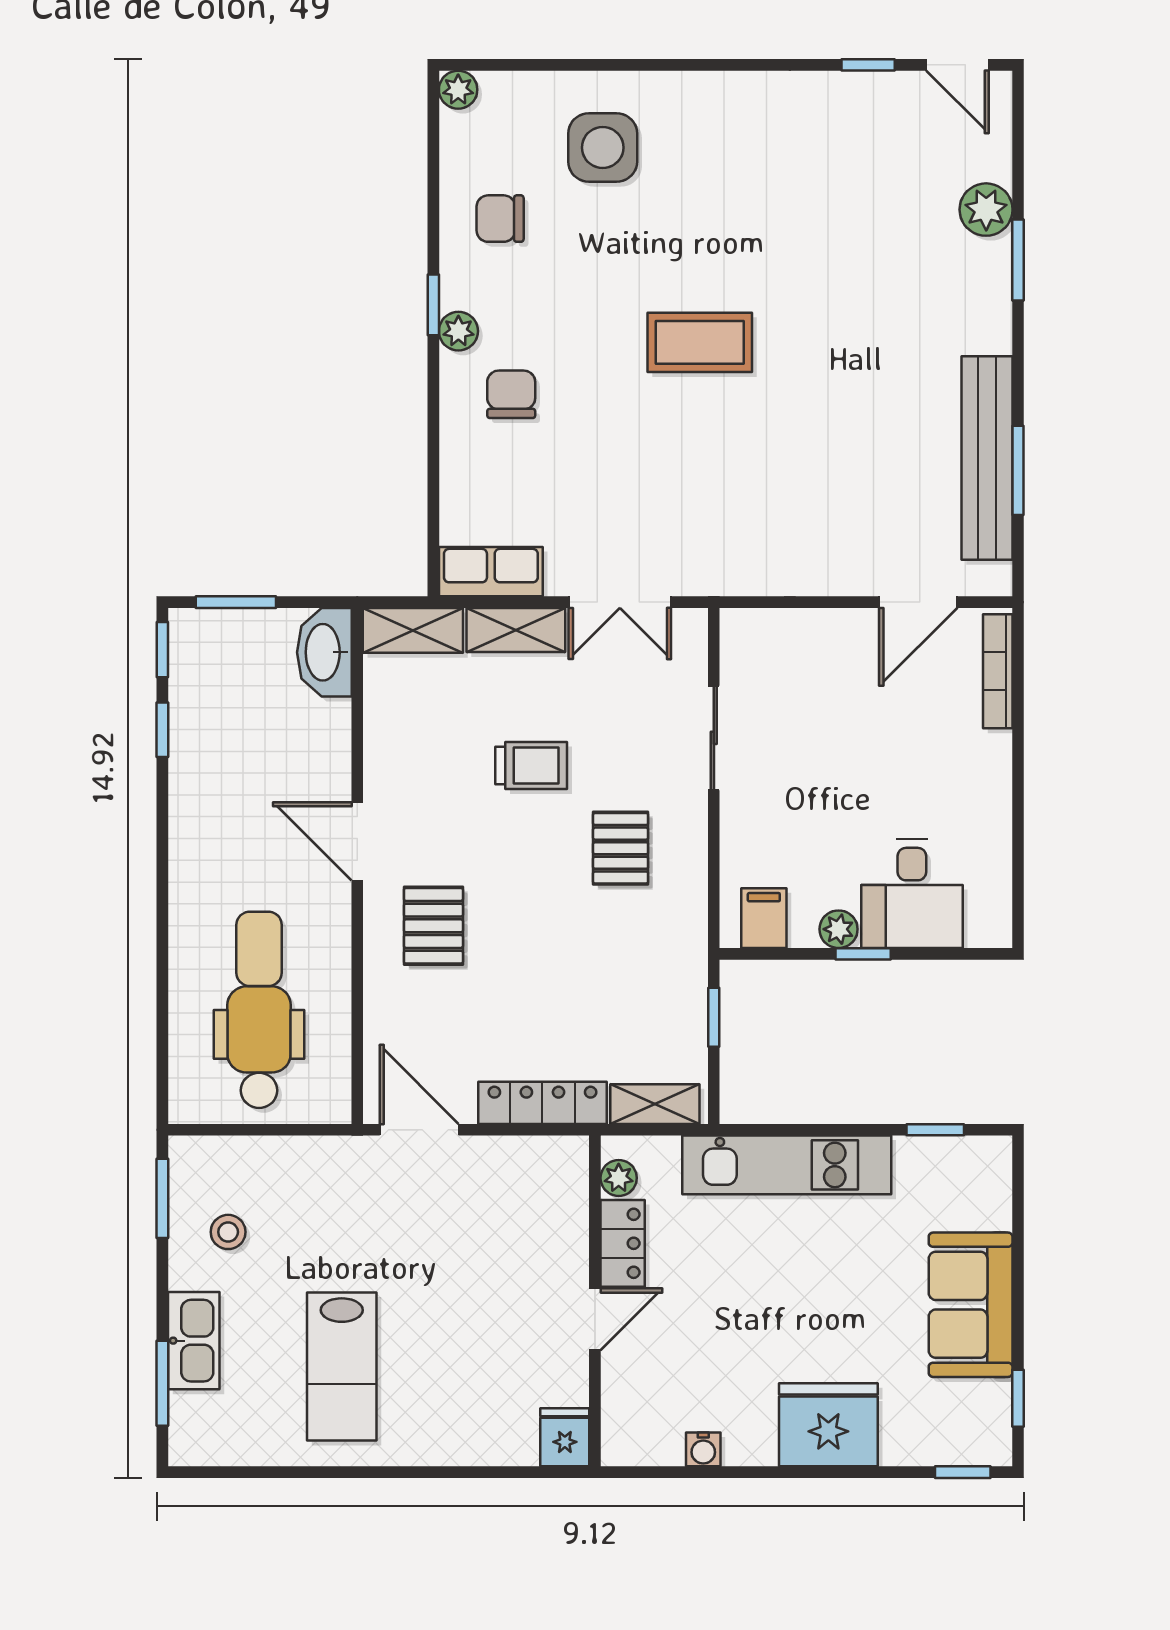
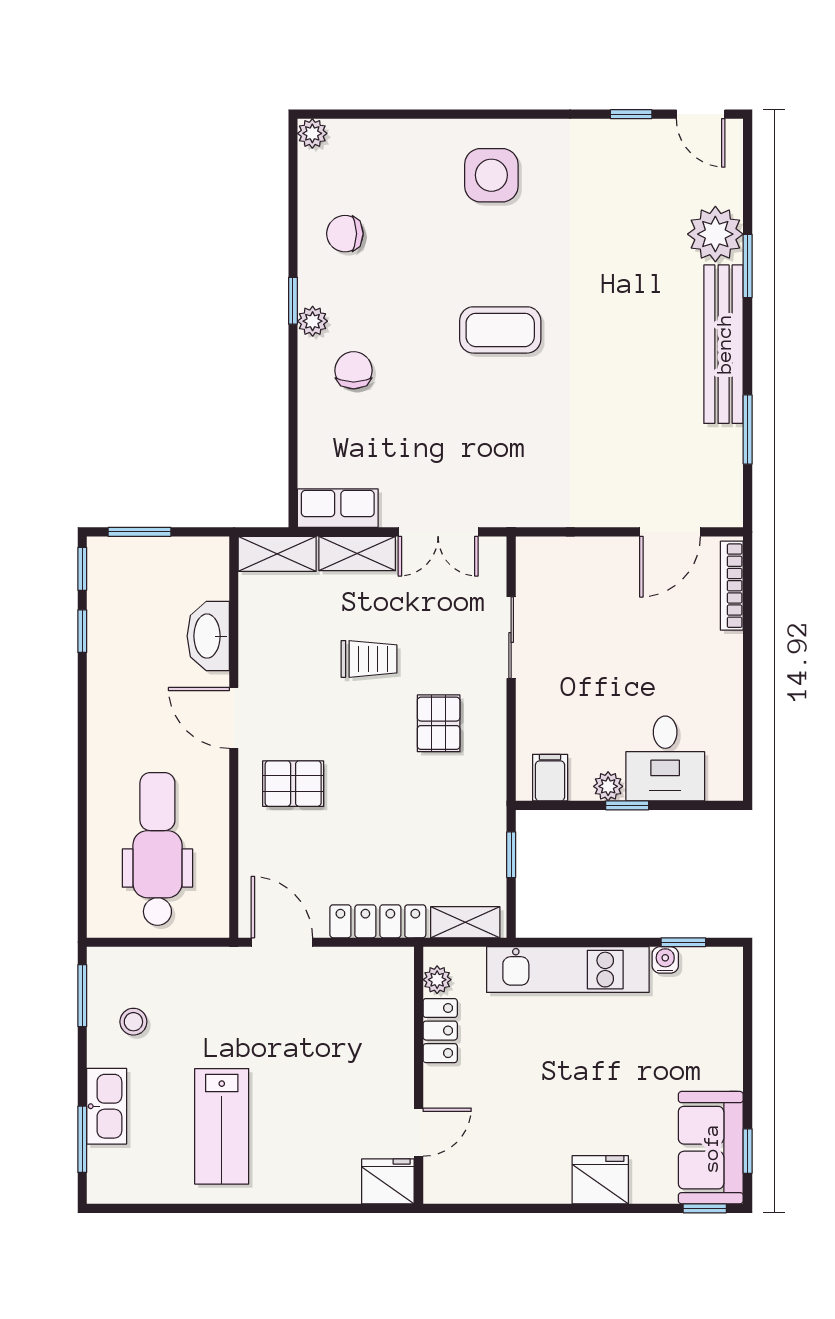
side table: (603, 148) -> (491, 175), moved
plant: (986, 210) -> (715, 234), width x1.36, depth x1.36
bench: (987, 458) -> (724, 344), moved
washbasin: (324, 652) -> (208, 636), moved
pallet: (433, 926) -> (293, 784), turned 90
sofa: (971, 1305) -> (711, 1148), moved
door: (595, 1319) -> (419, 1132), moved
fridge: (828, 1425) -> (600, 1180), width x0.73, depth x0.75
fridge: (565, 1437) -> (388, 1181), width x1.38
water cooler: (703, 1449) -> (665, 960), moved, turned 180

